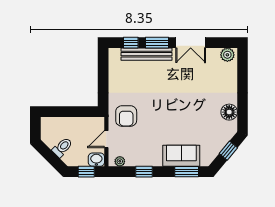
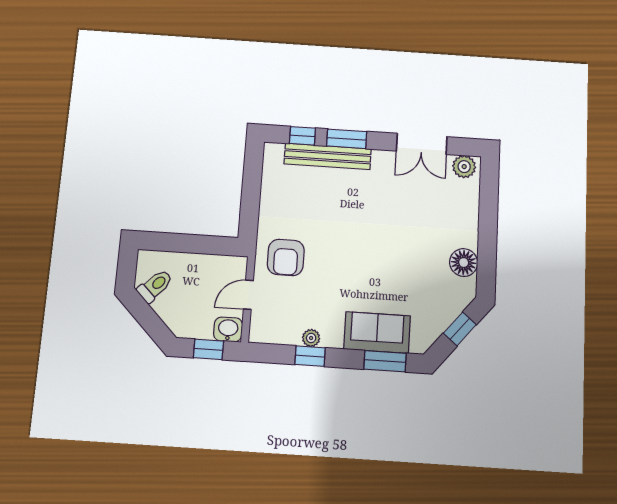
double door: (191, 43) -> (422, 144), moved
toilet: (62, 147) -> (155, 286), moved
plant: (120, 161) -> (311, 338), moved

